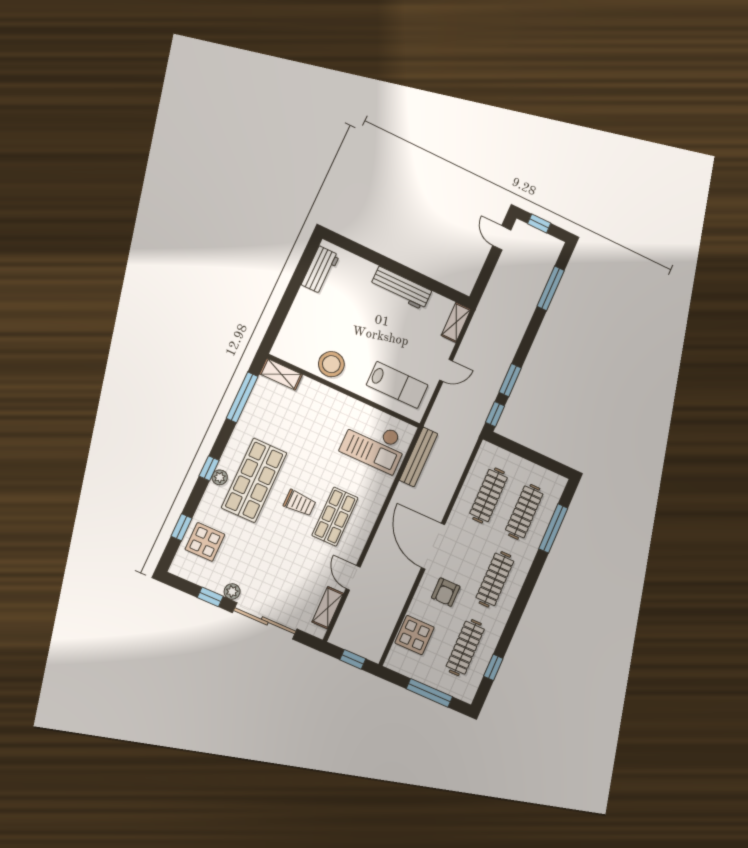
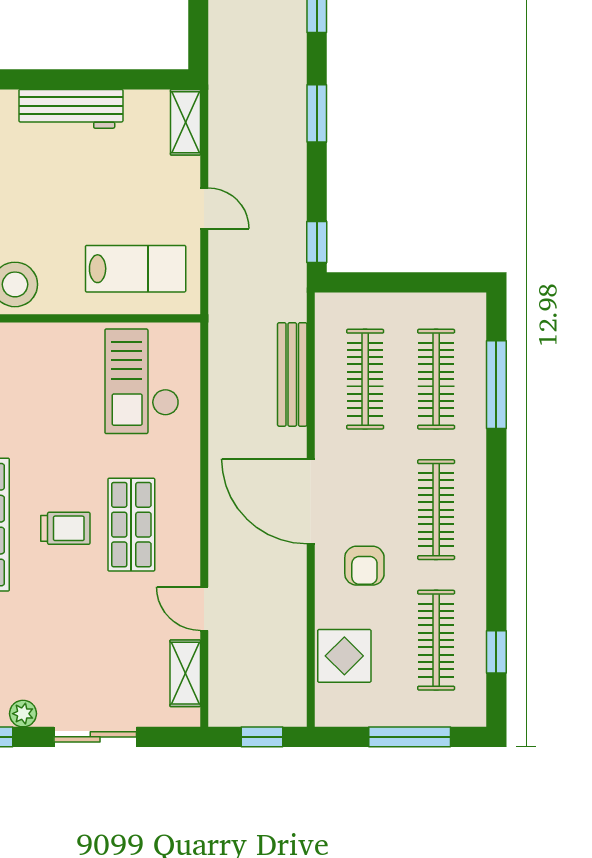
door: (446, 370) -> (204, 208), hinge flipped
window: (510, 380) -> (317, 113), moved
checkout: (374, 444) -> (142, 381), turned 90
bench: (419, 457) -> (292, 374), moved
sliding door: (265, 621) -> (95, 737), width x0.73

